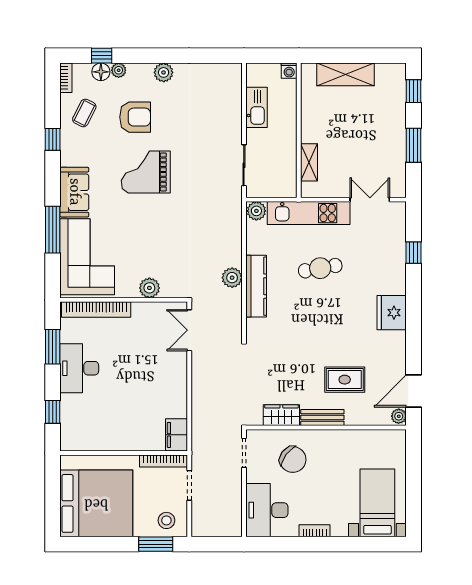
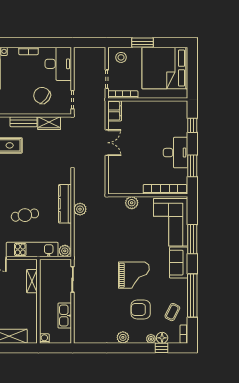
window: (53, 139) -> (192, 296), width x3.17
double door: (189, 330) -> (107, 143), moved
window: (156, 544) -> (142, 43), moved

